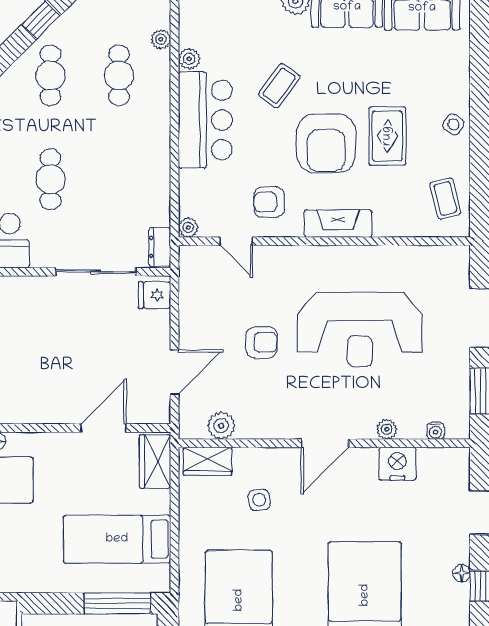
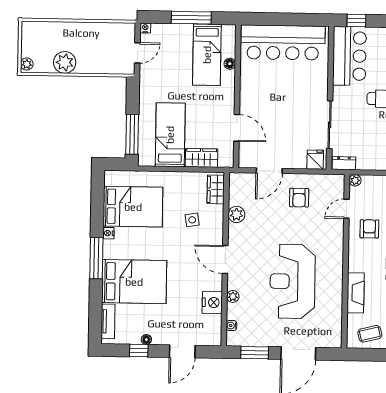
fireplace: (338, 223) -> (356, 293), moved
armchair: (262, 342) -> (299, 198), moved
door: (175, 372) -> (269, 171), hinge flipped
plant: (221, 426) -> (236, 214), moved
wardrobe: (155, 461) -> (201, 158), moved

